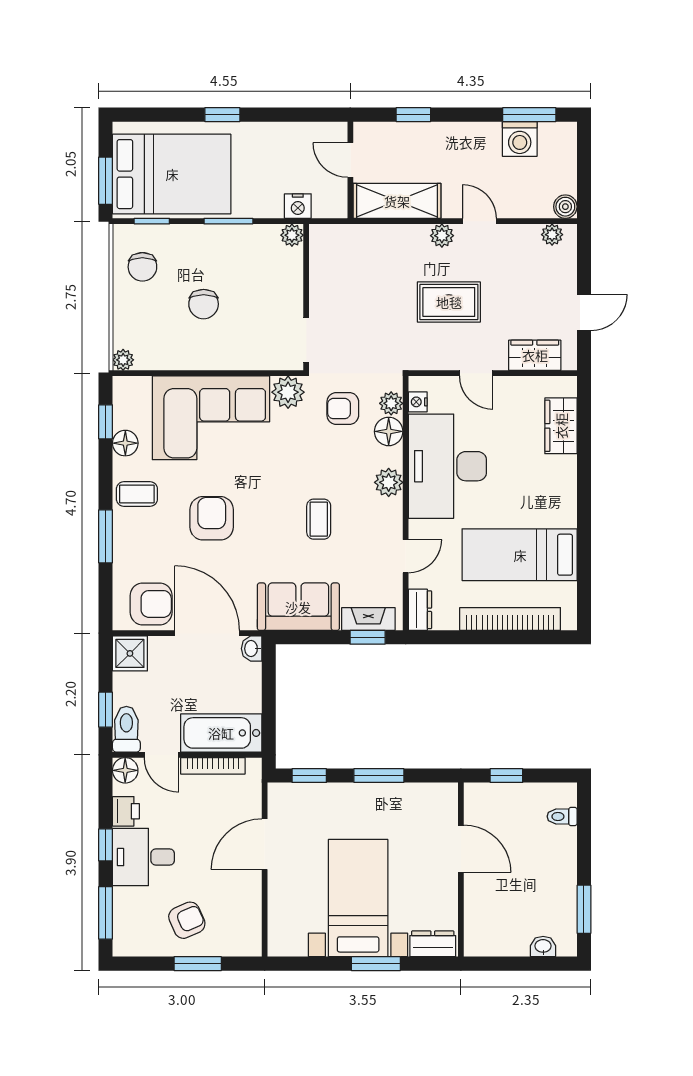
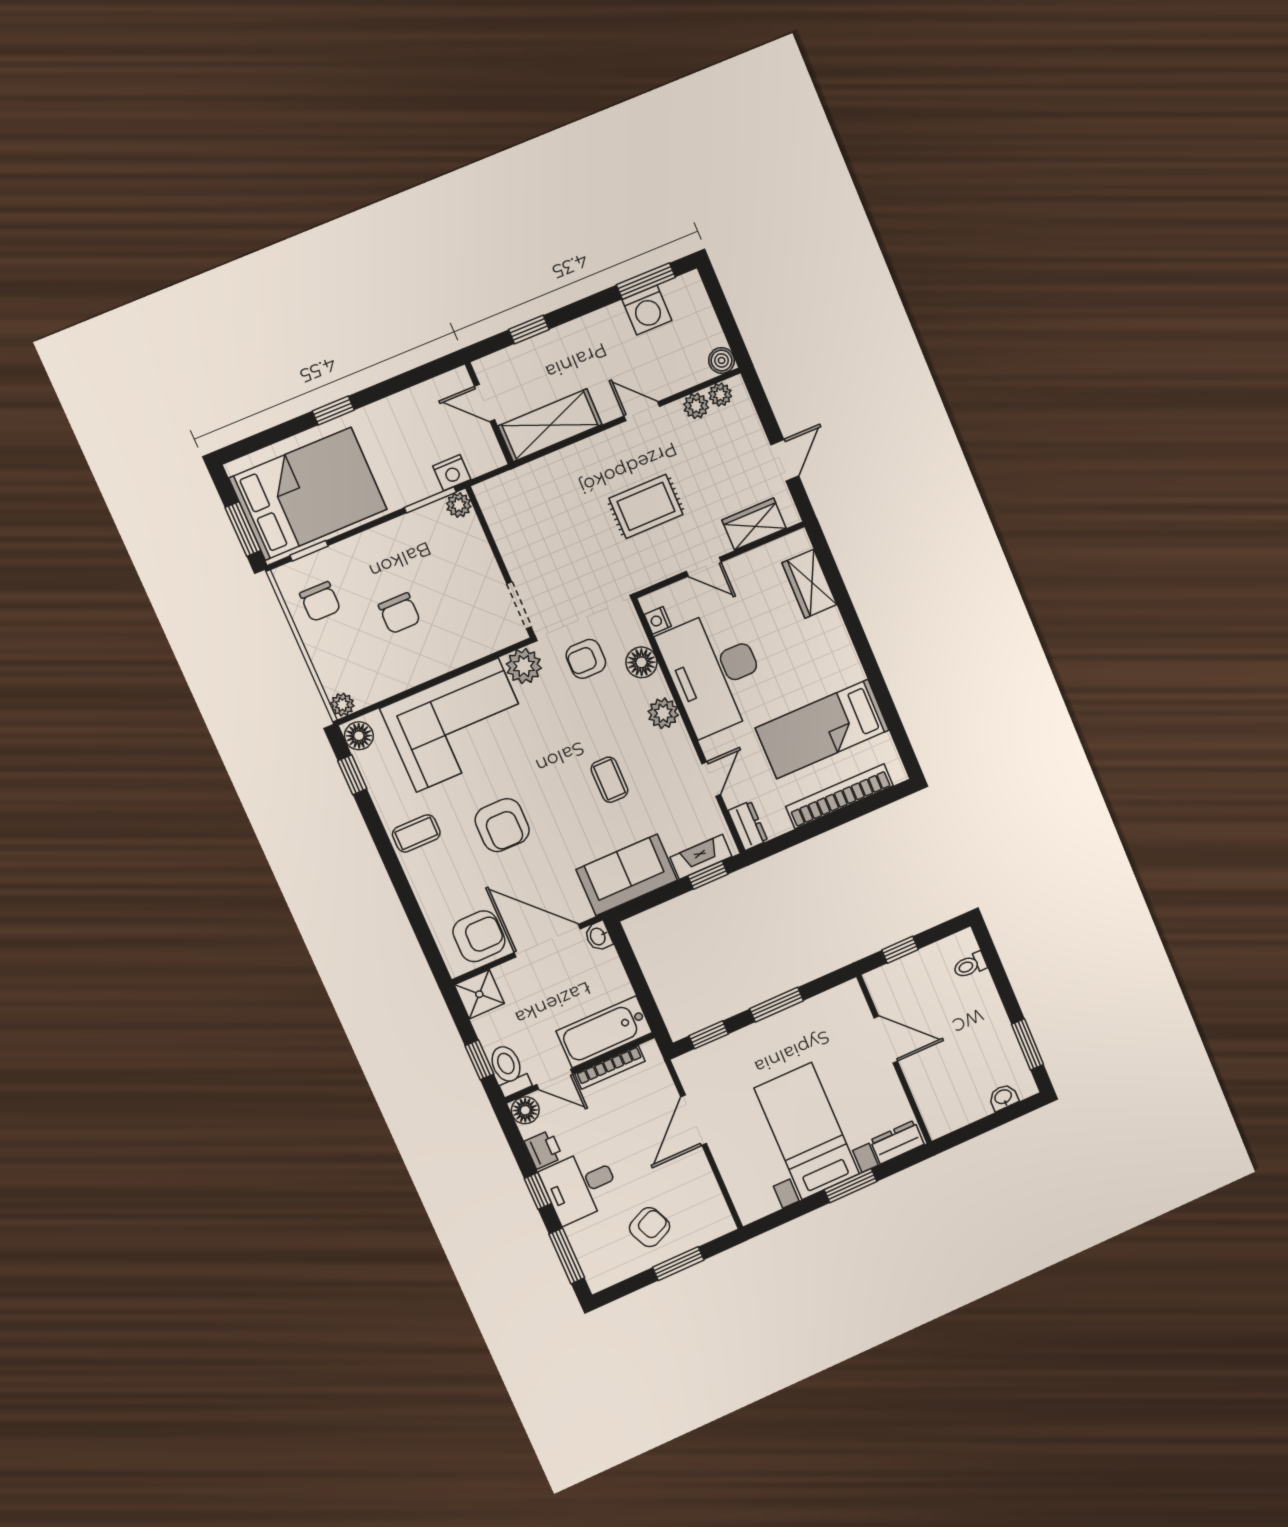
window: (228, 221) -> (430, 500), moved
plant: (442, 236) -> (696, 406), moved
plant: (391, 403) -> (632, 633), removed
floor lamp: (125, 443) -> (359, 736), moved
armchair: (212, 518) -> (502, 825), turned 180
window: (106, 536) -> (403, 889), removed

